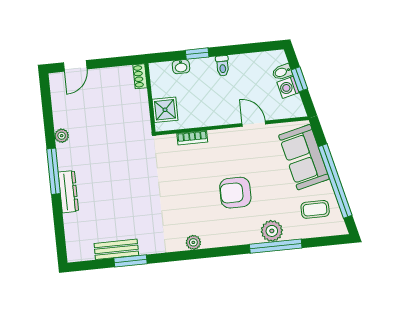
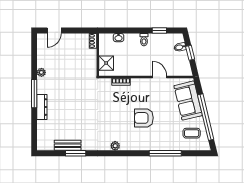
window: (197, 54) -> (159, 31), moved
washing machine: (288, 87) -> (183, 57), removed
plant: (272, 231) -> (164, 144), removed

